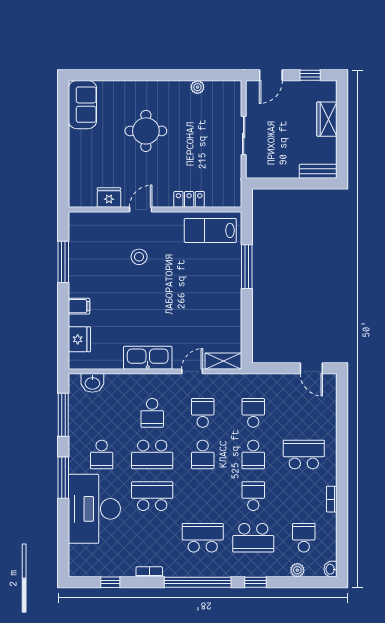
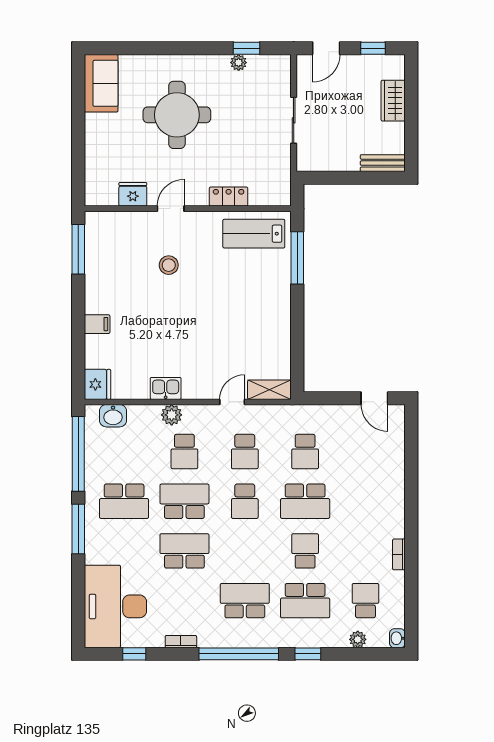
window: (204, 75) -> (246, 48), added
round table: (146, 131) -> (177, 115), width x1.36, depth x1.36
window: (63, 262) -> (78, 249), moved
window: (247, 267) -> (297, 258), moved
fridge: (79, 339) -> (97, 384), moved
kitchen sink: (148, 358) -> (166, 388), width x0.53, depth x0.81
plant: (141, 382) -> (172, 415), added
school desk: (203, 413) -> (245, 452), turned 180
school desk: (253, 413) -> (305, 452), turned 180
window: (63, 415) -> (78, 454), width x1.46
school desk: (102, 454) -> (124, 501), width x1.85
school desk: (152, 454) -> (184, 501), turned 180
school desk: (253, 454) -> (305, 501), width x1.85
school desk: (304, 454) -> (365, 501), removed
desk: (94, 509) -> (115, 606), moved

